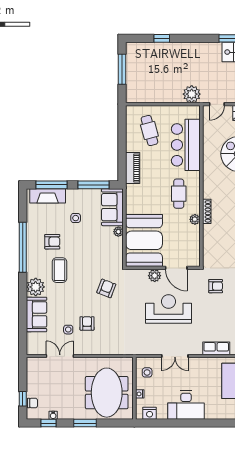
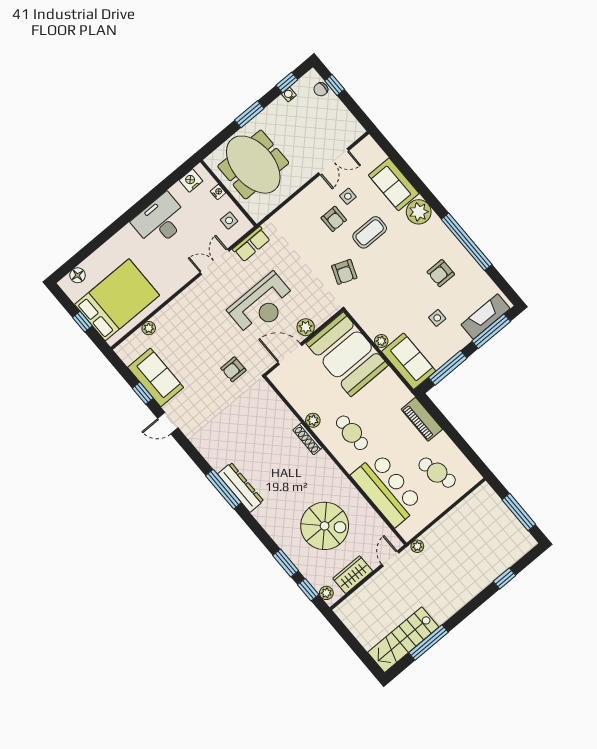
plant: (192, 94) -> (417, 546), width x0.53, depth x0.53
coffee table: (59, 270) -> (370, 232), moved, turned 90
row of seats: (216, 348) -> (251, 244), moved

